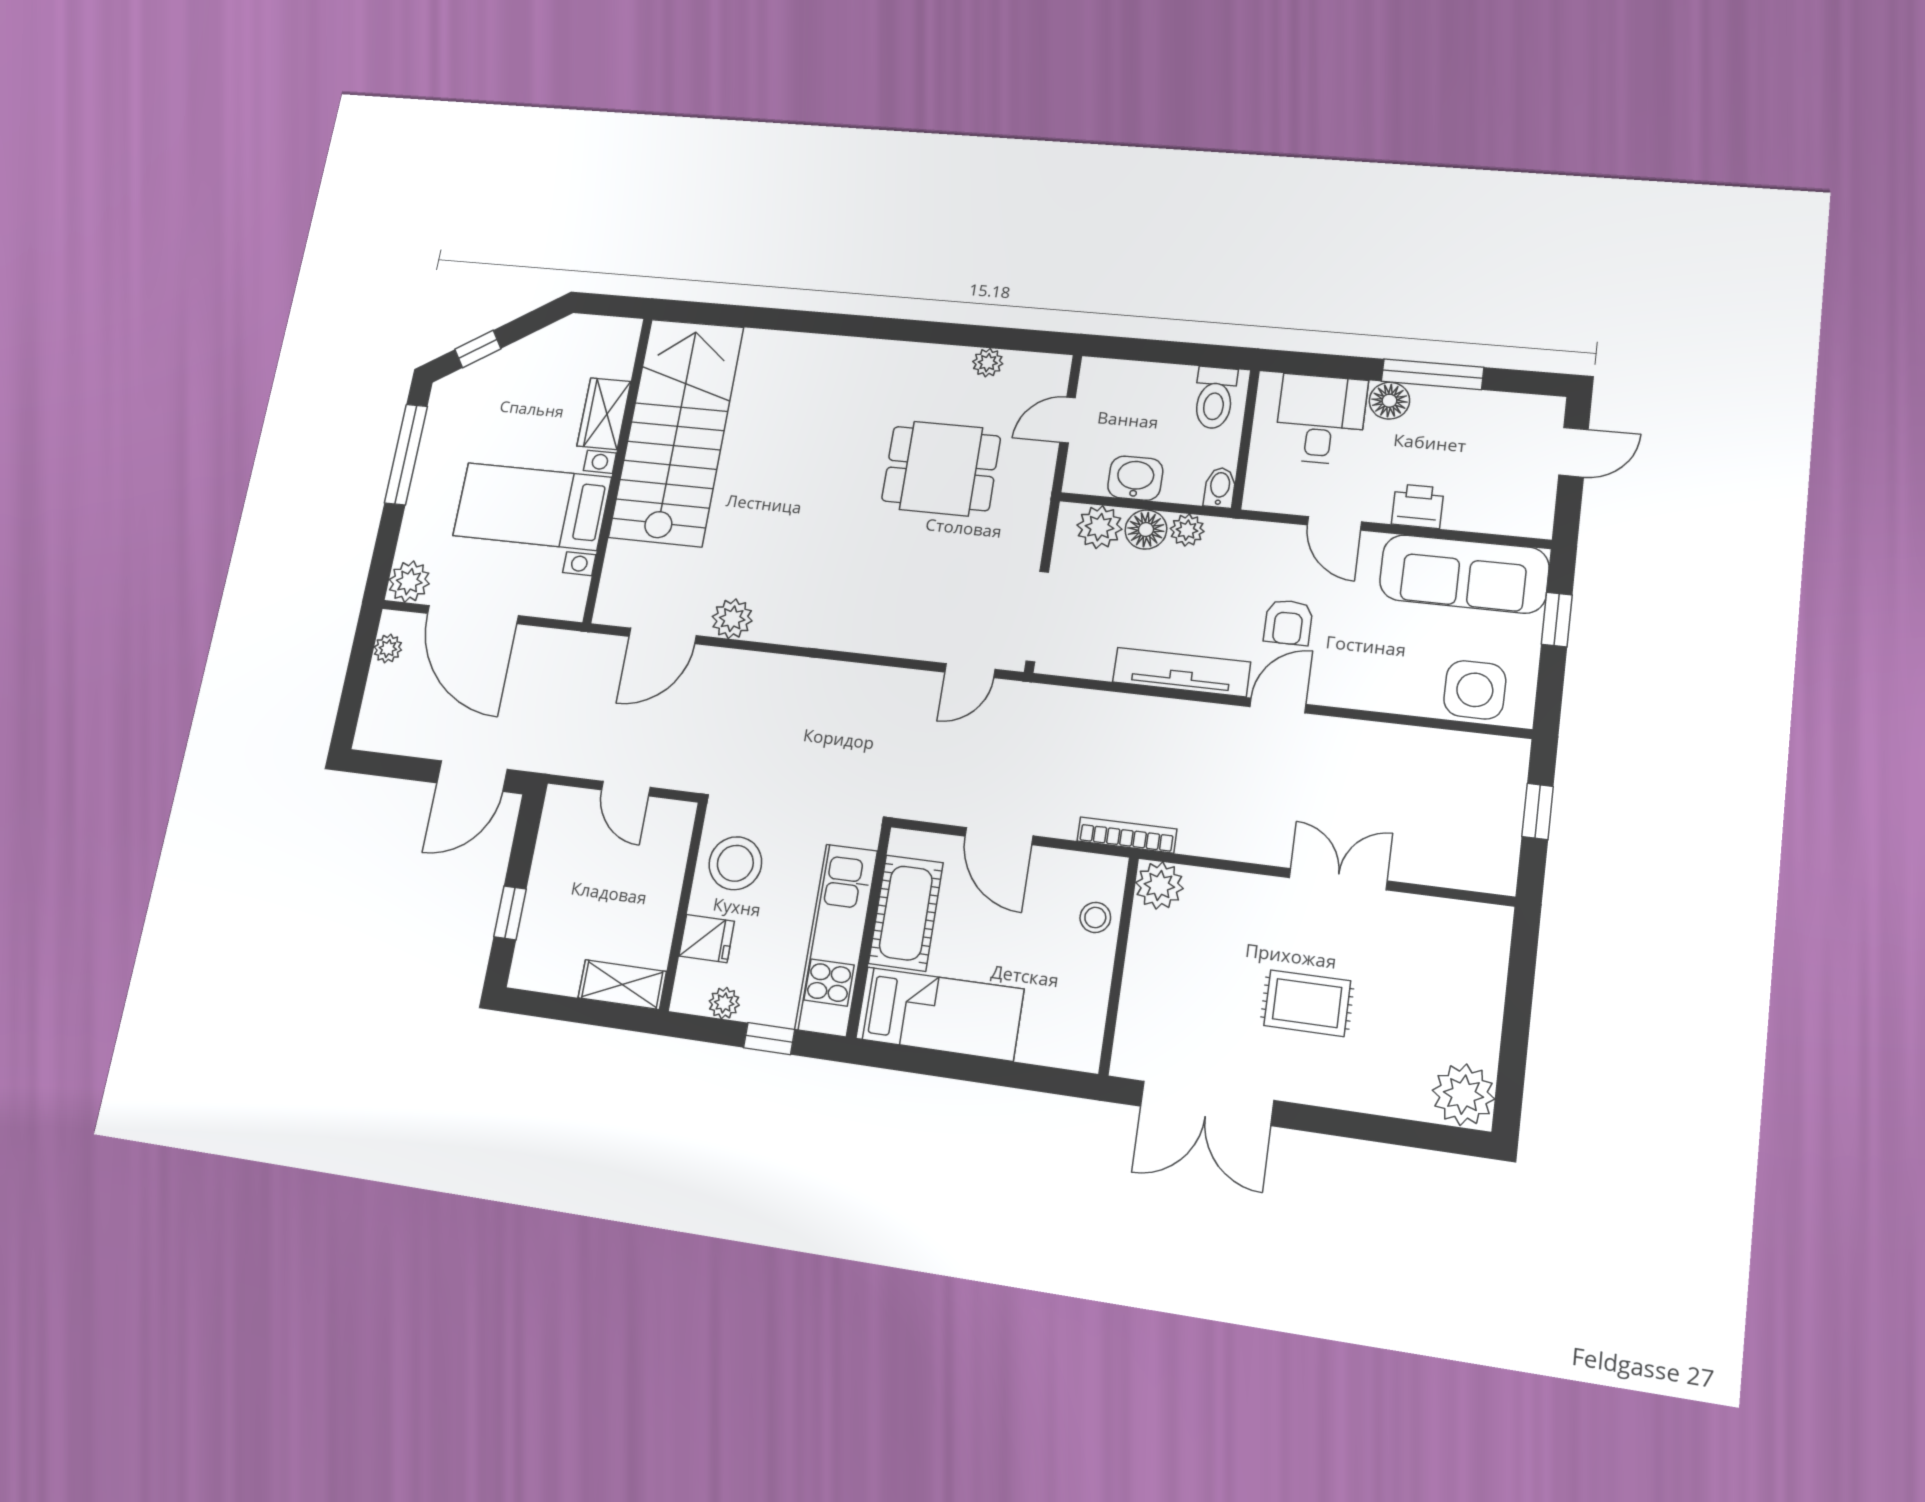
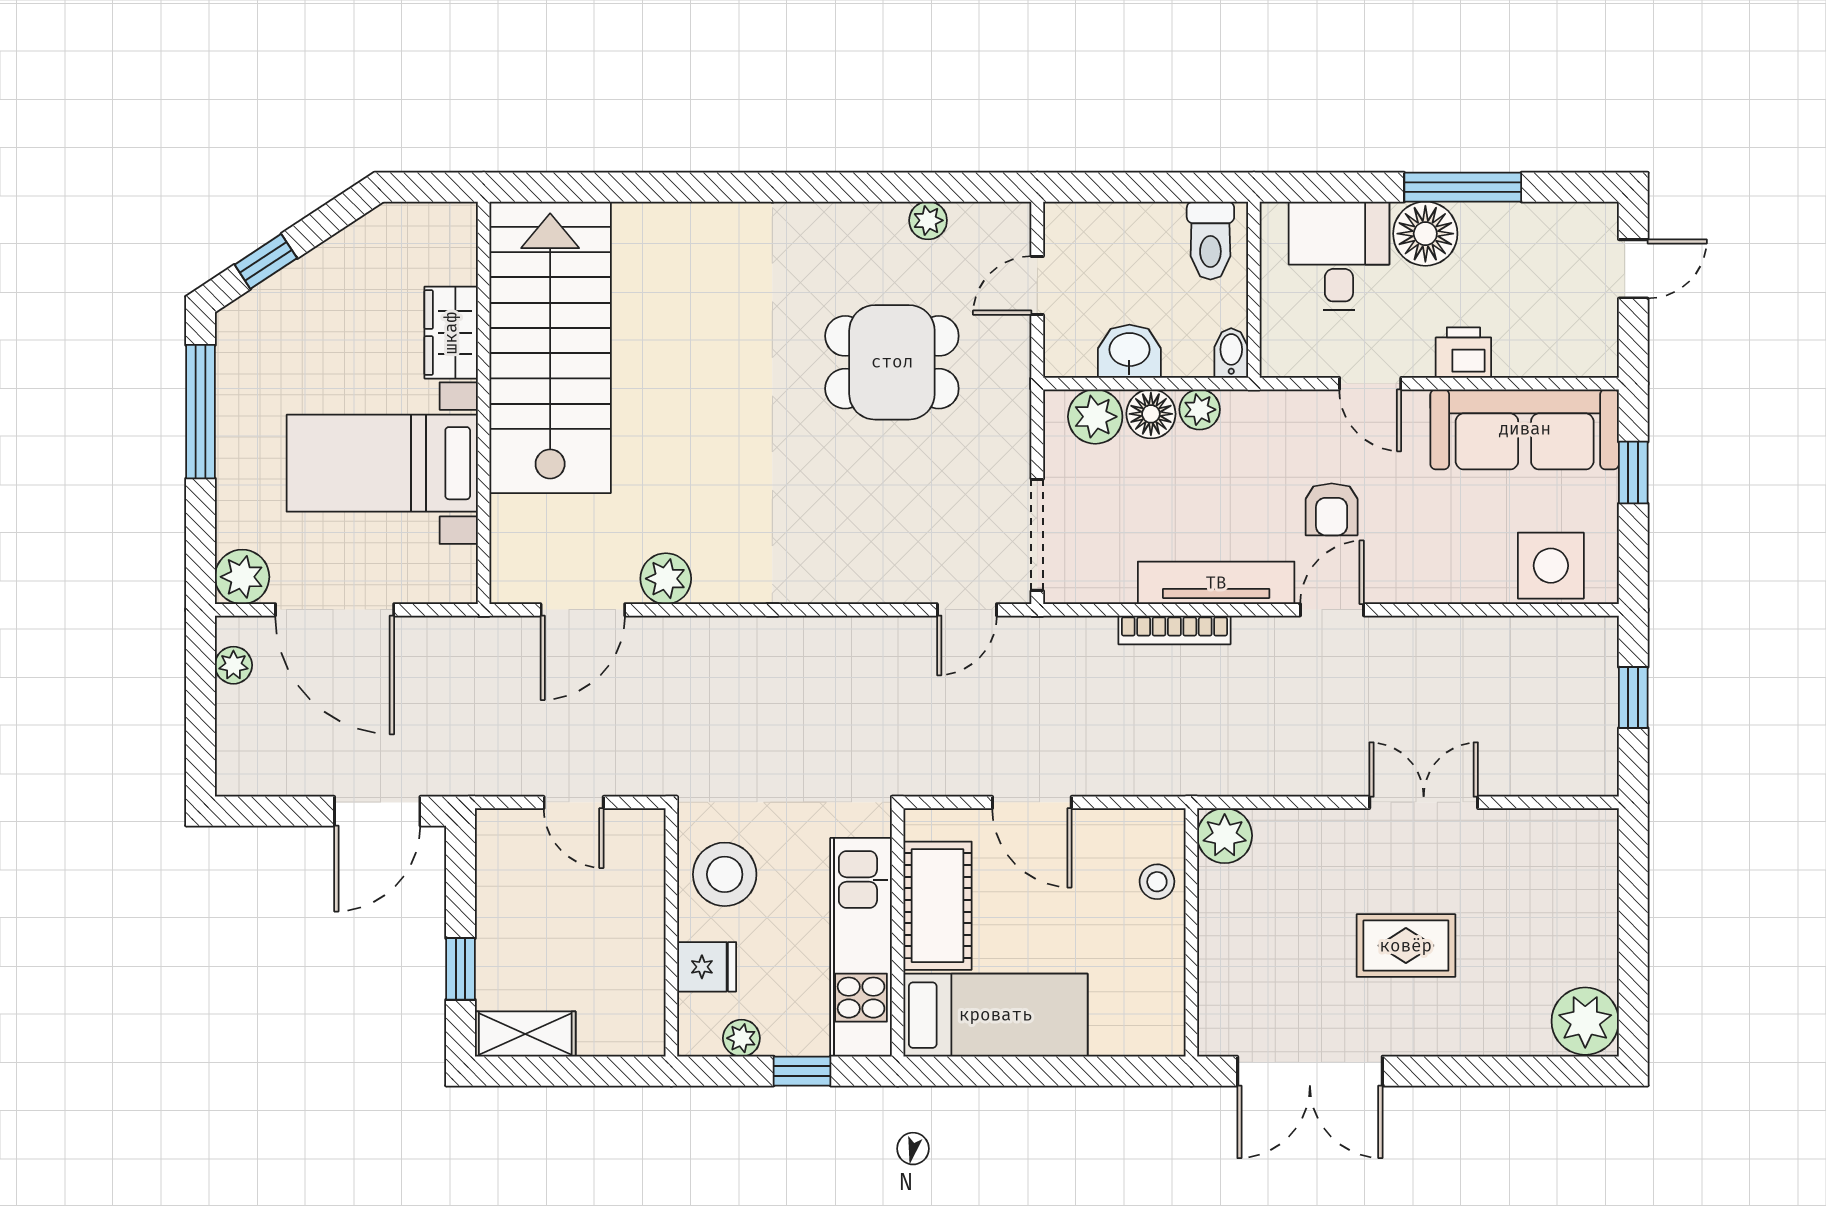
floor lamp: (1389, 401) -> (1425, 234), width x1.38, depth x1.38
bookcase: (1127, 835) -> (1174, 630), moved, turned 180
shelving: (622, 985) -> (525, 1034), moved

